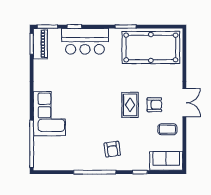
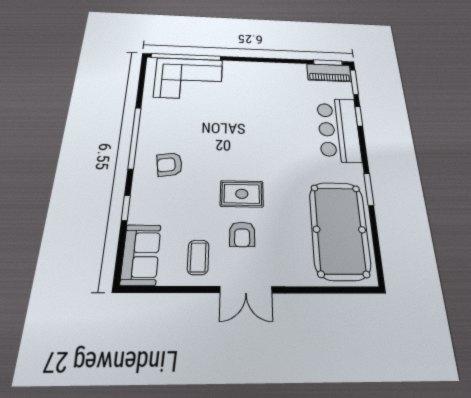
corner sofa: (49, 114) -> (189, 78), moved

